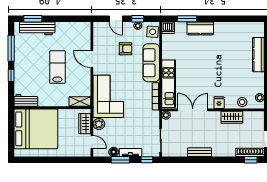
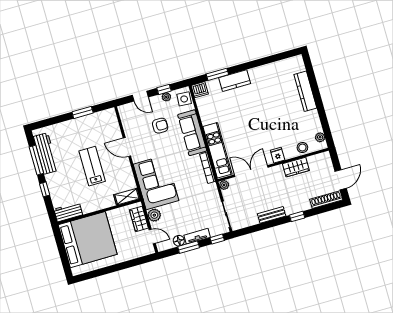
window: (33, 19) -> (83, 112), moved
workbench: (37, 28) -> (46, 153), moved, turned -90
window: (251, 160) -> (297, 216), moved

